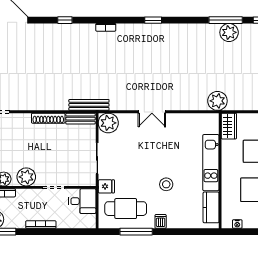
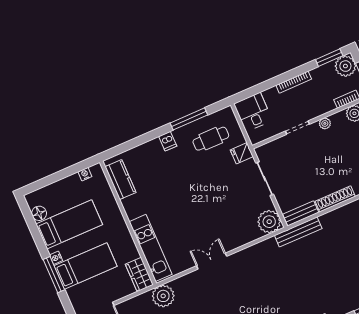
double door: (152, 112) -> (212, 261), moved
kitchen unit: (211, 163) -> (151, 248), moved
plant: (26, 177) -> (325, 123), width x0.53, depth x0.53
stool: (166, 184) -> (179, 183), removed
desk: (82, 201) -> (253, 112), moved, turned 90
cafe table: (126, 209) -> (211, 139), width x0.73, depth x0.74

